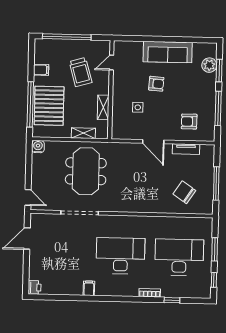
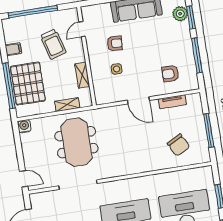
armchair: (156, 84) -> (115, 43), moved
chair: (184, 192) -> (179, 145), turned -151

